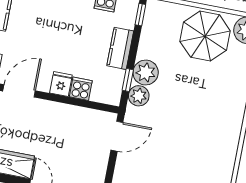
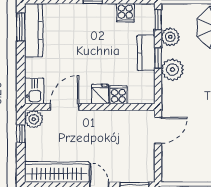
window: (128, 80) -> (158, 58), moved
plant: (139, 96) -> (170, 37), moved

